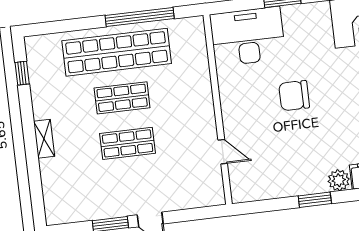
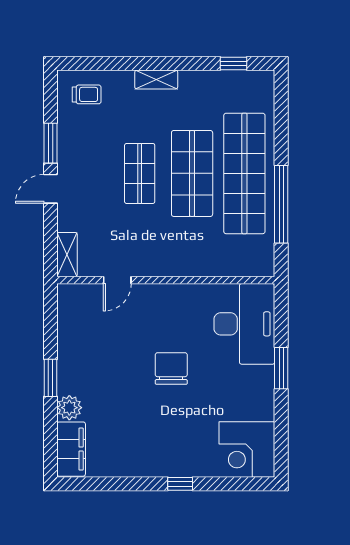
shop shelf: (122, 98) -> (192, 173), width x1.43, depth x1.36
trolley: (64, 198) -> (87, 94), added
shelving: (206, 198) -> (67, 255), added

